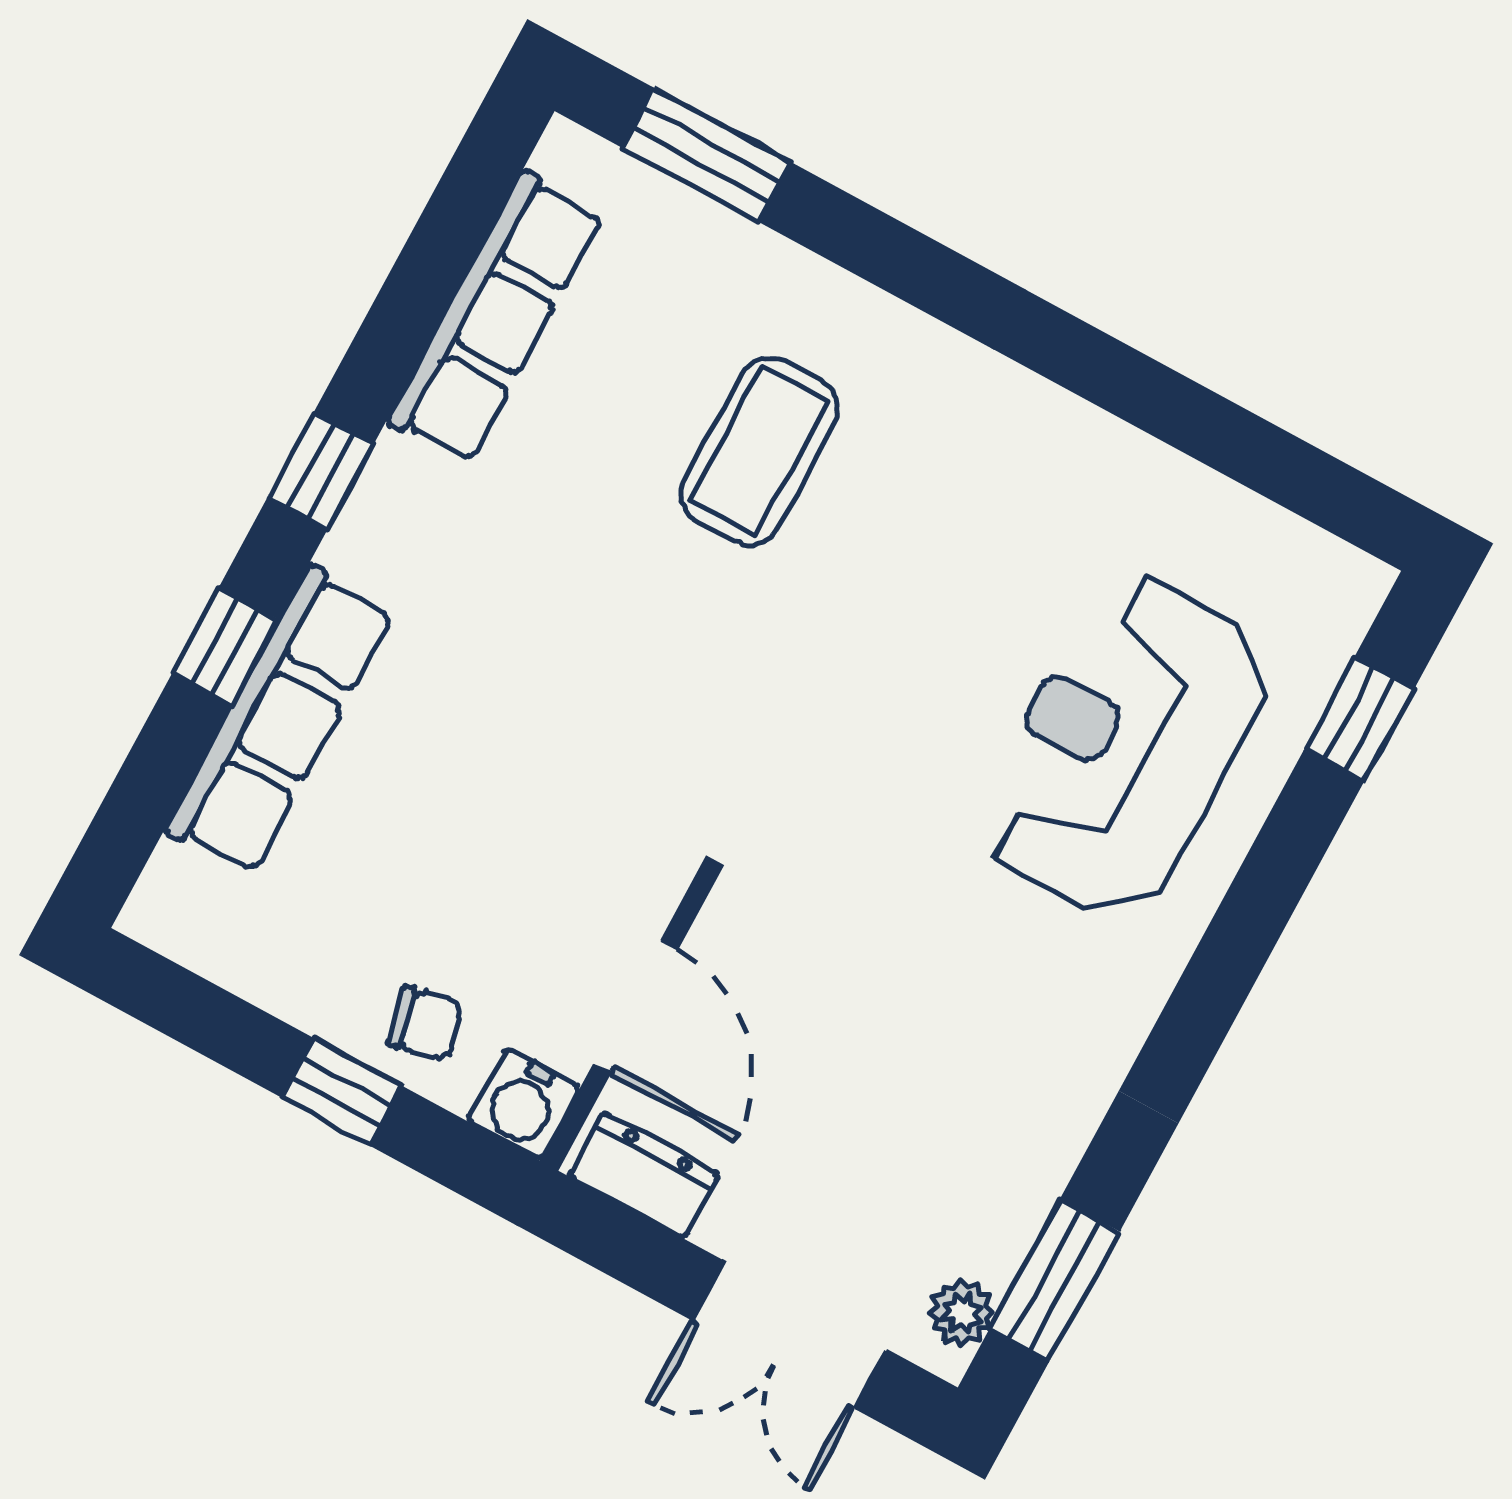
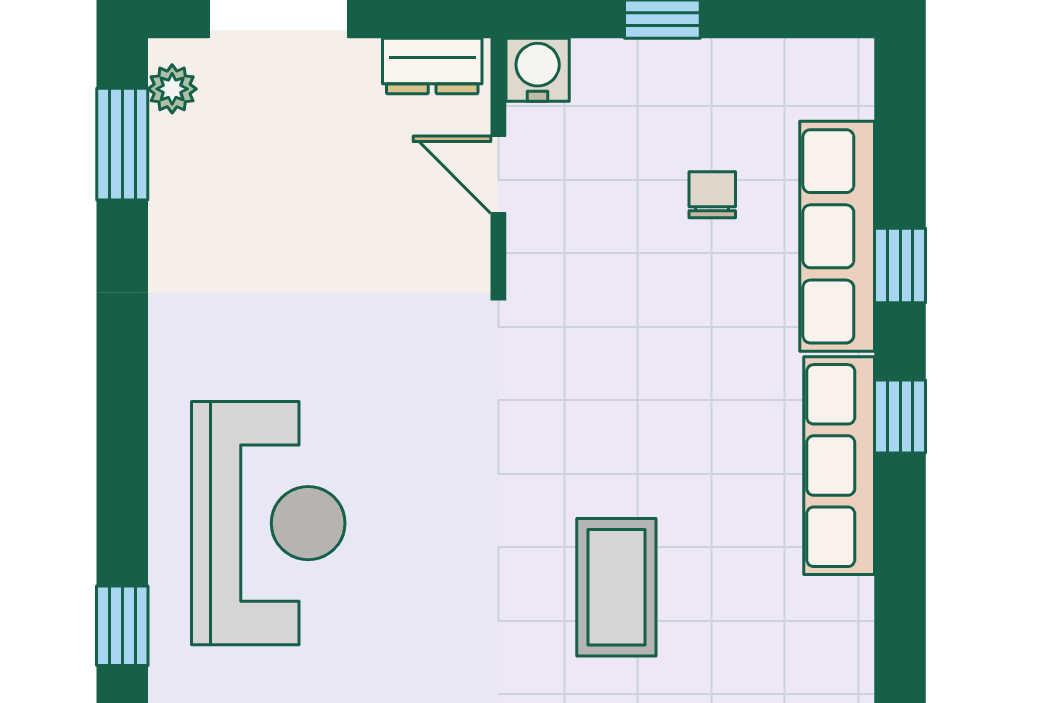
row of seats: (495, 318) -> (839, 466), moved
door: (636, 1007) -> (498, 175), width x0.73
chair: (425, 1024) -> (712, 195), moved, turned 103

